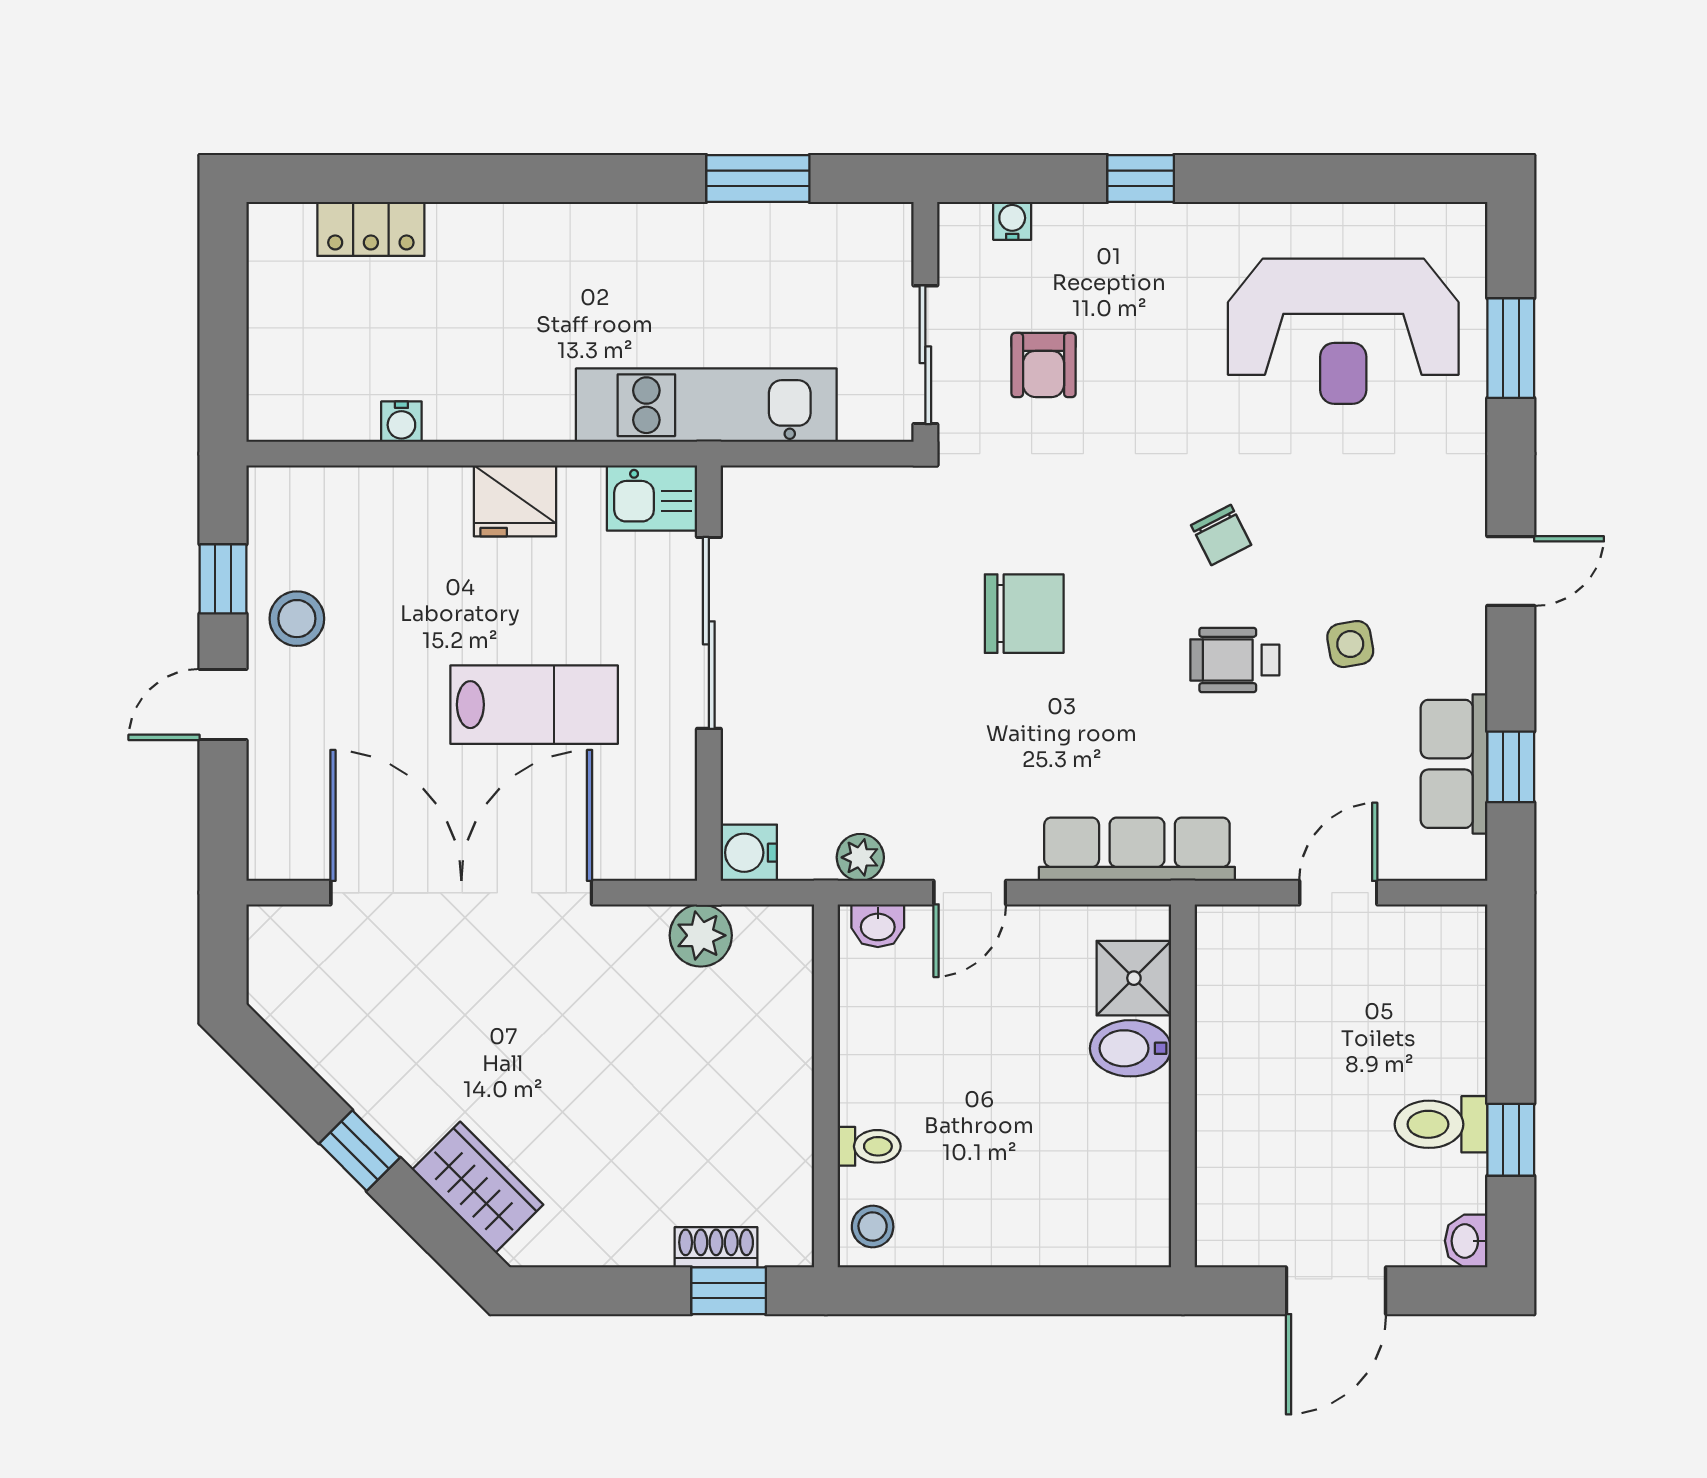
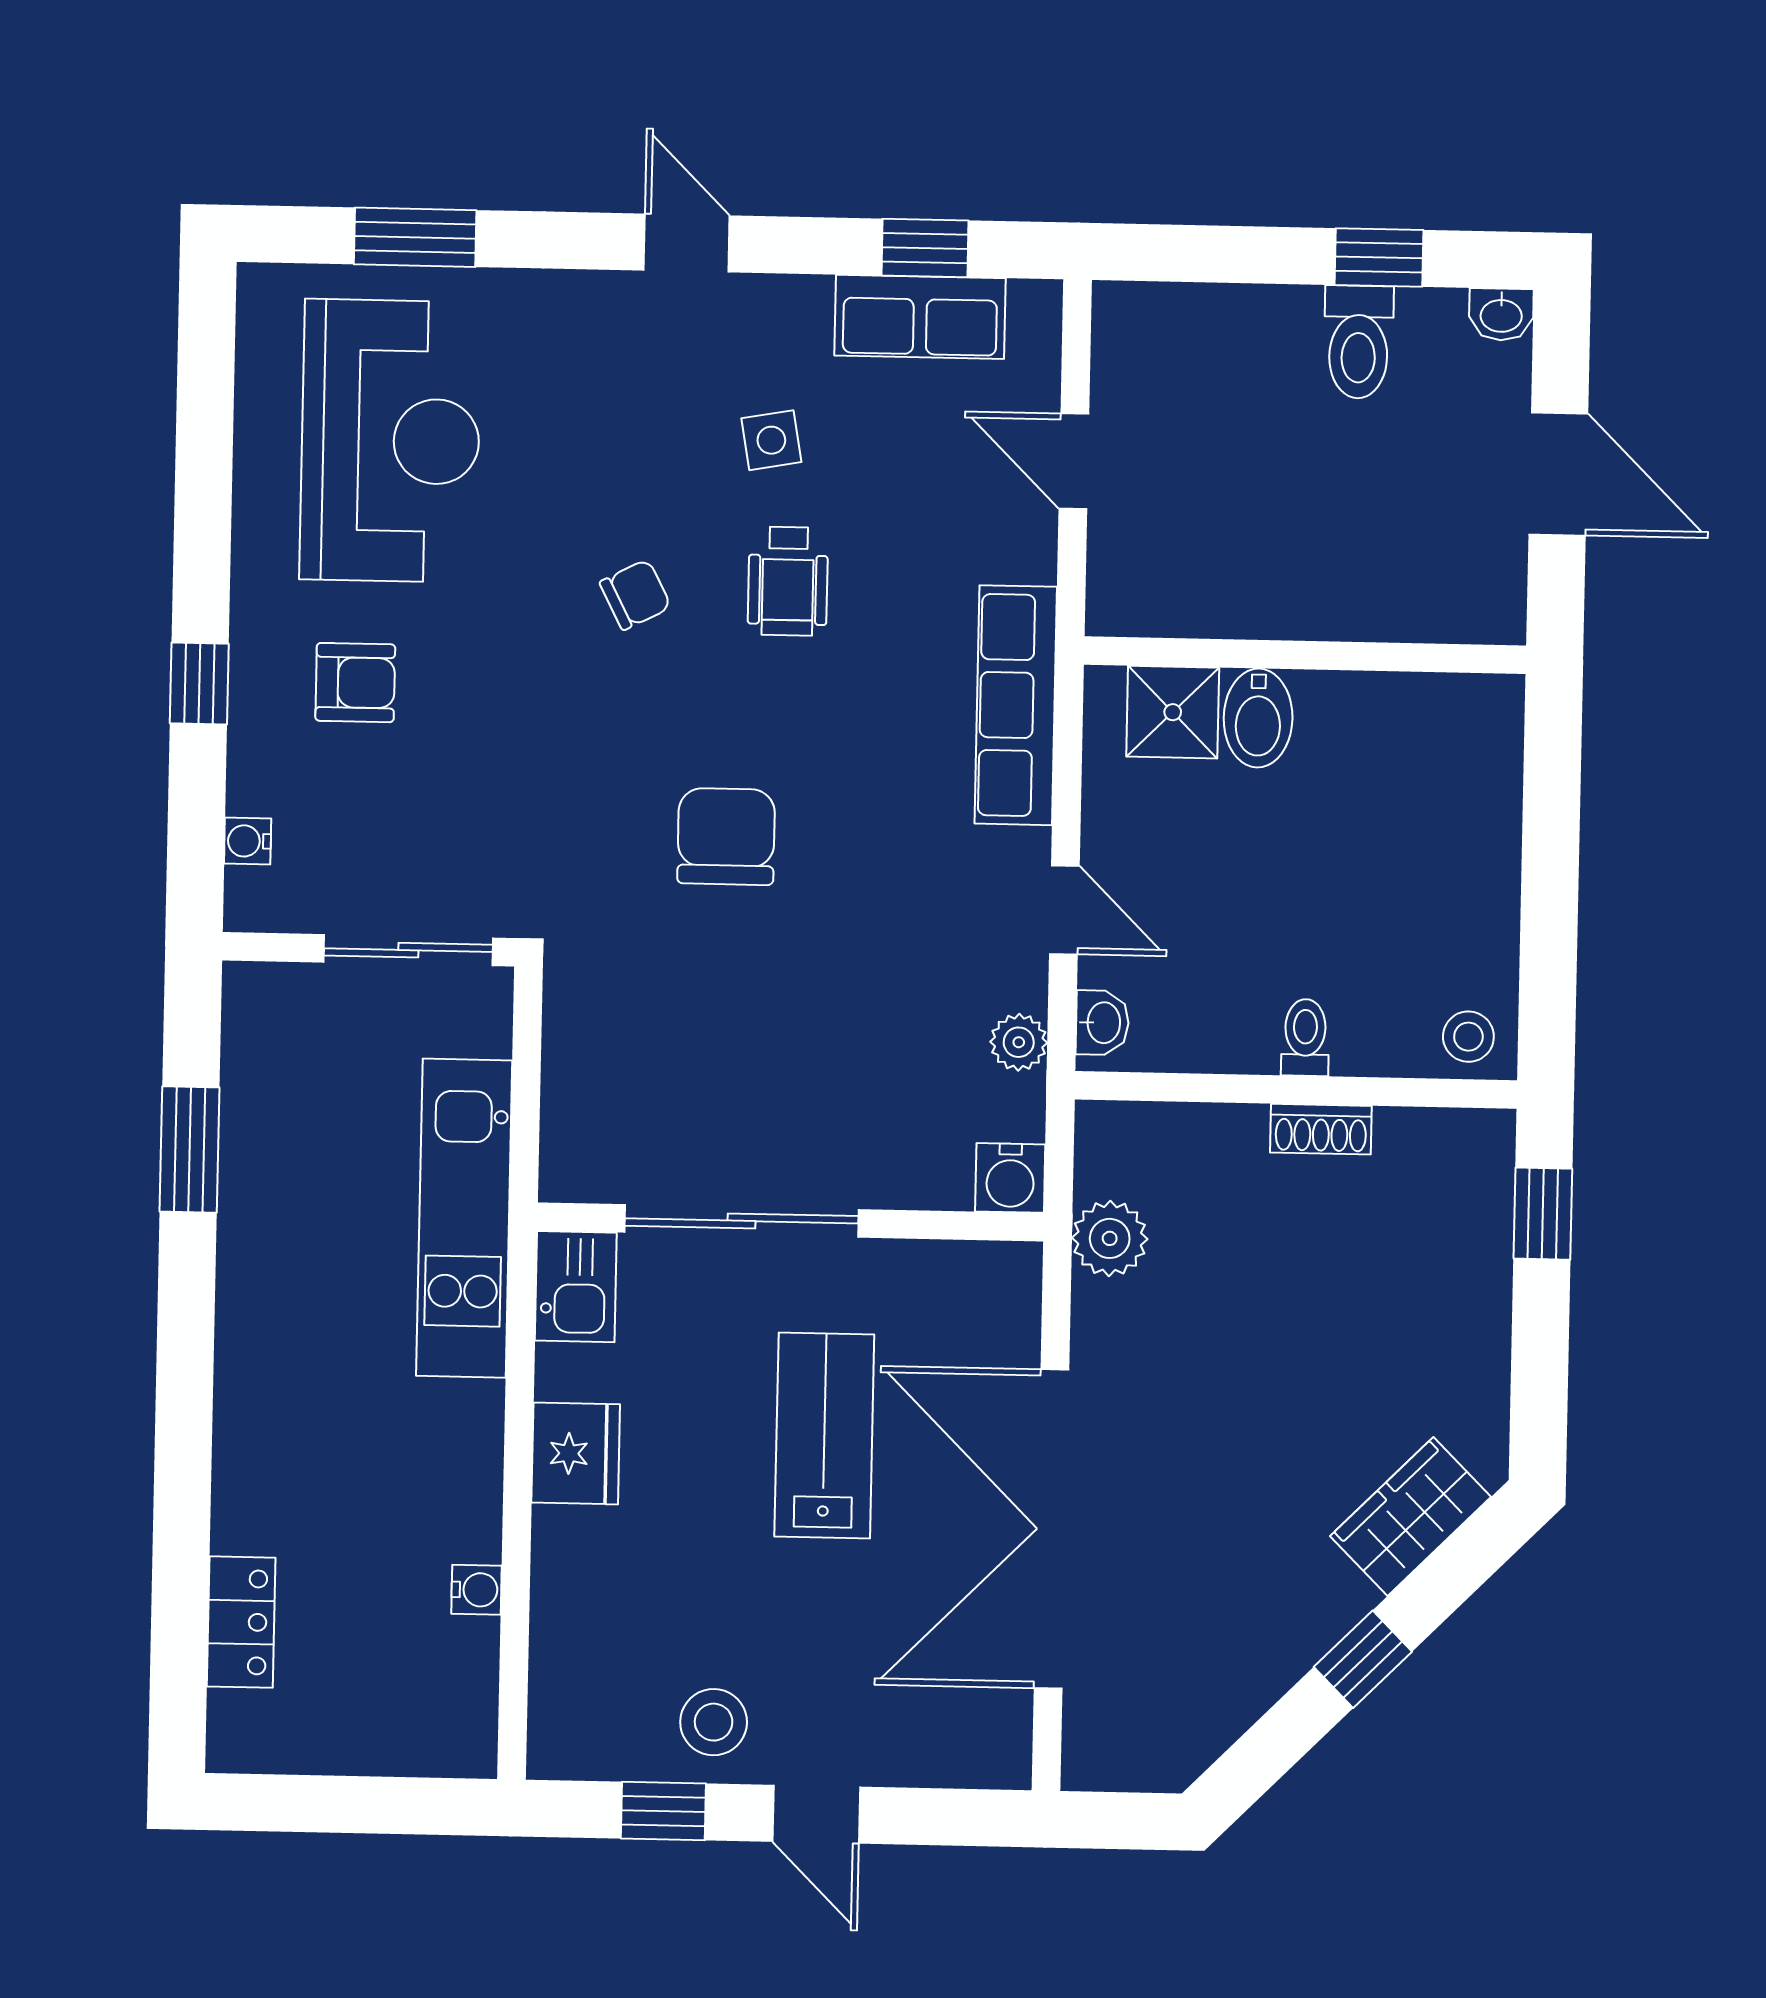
armchair: (1044, 365) -> (355, 683), moved
toilet: (869, 1146) -> (1305, 1037), moved
shoe rack: (716, 1247) -> (1321, 1129), moved, turned -90

